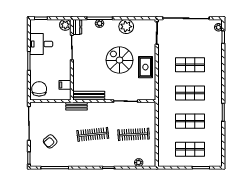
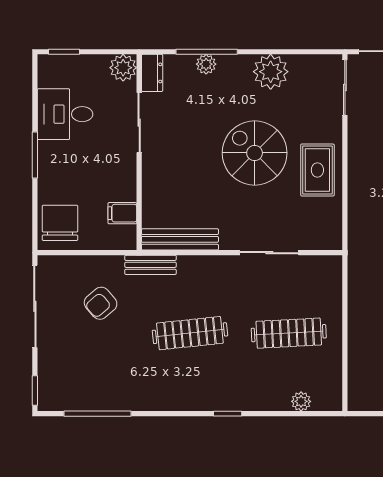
armchair: (50, 141) -> (101, 303), moved

